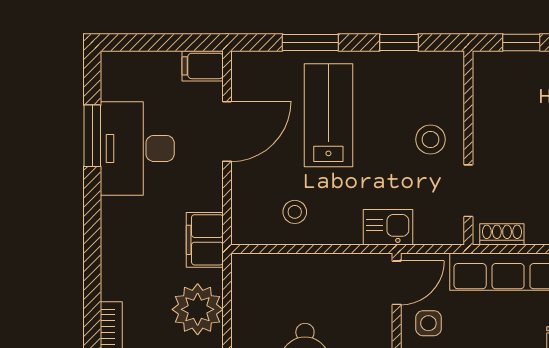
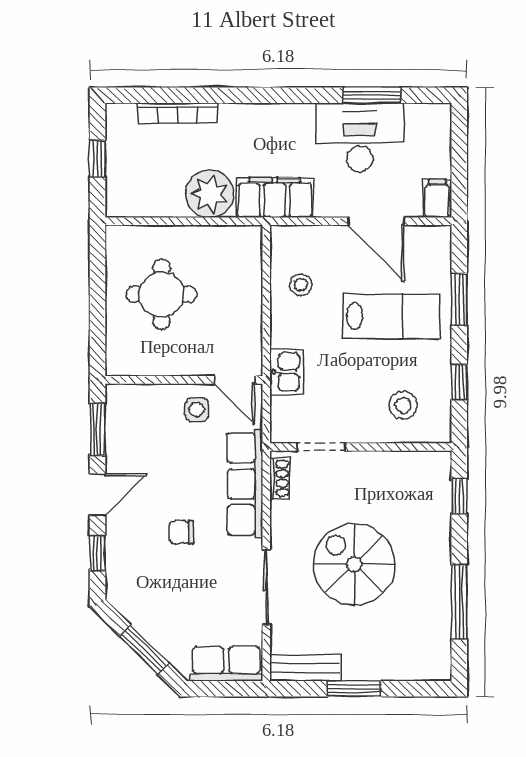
stool: (430, 139) -> (403, 405), moved
filing cabinet: (205, 240) -> (275, 198), width x1.50, depth x1.17

